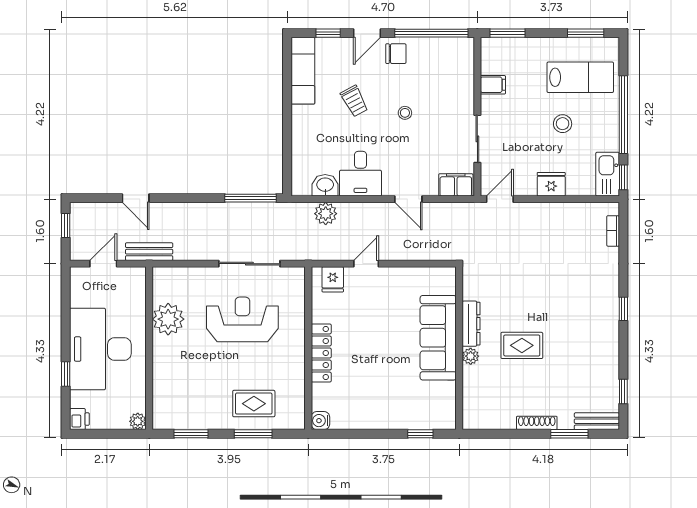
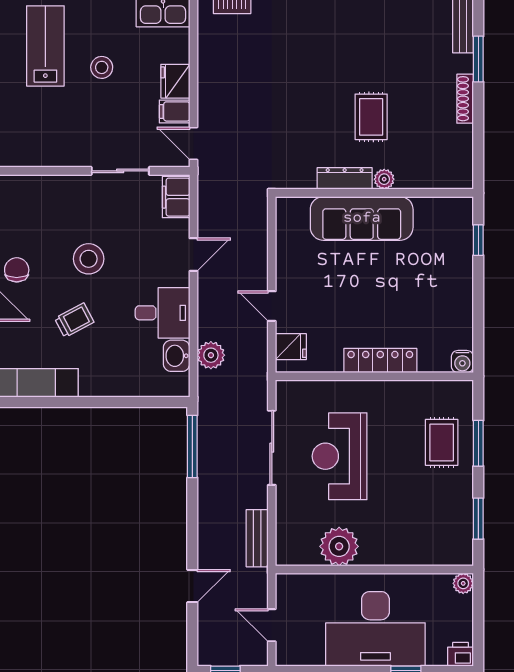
filing cabinet: (493, 85) -> (175, 111), moved, turned -90
stool: (405, 113) -> (89, 259), width x1.89, depth x1.89
bench: (149, 252) -> (257, 538), moved

